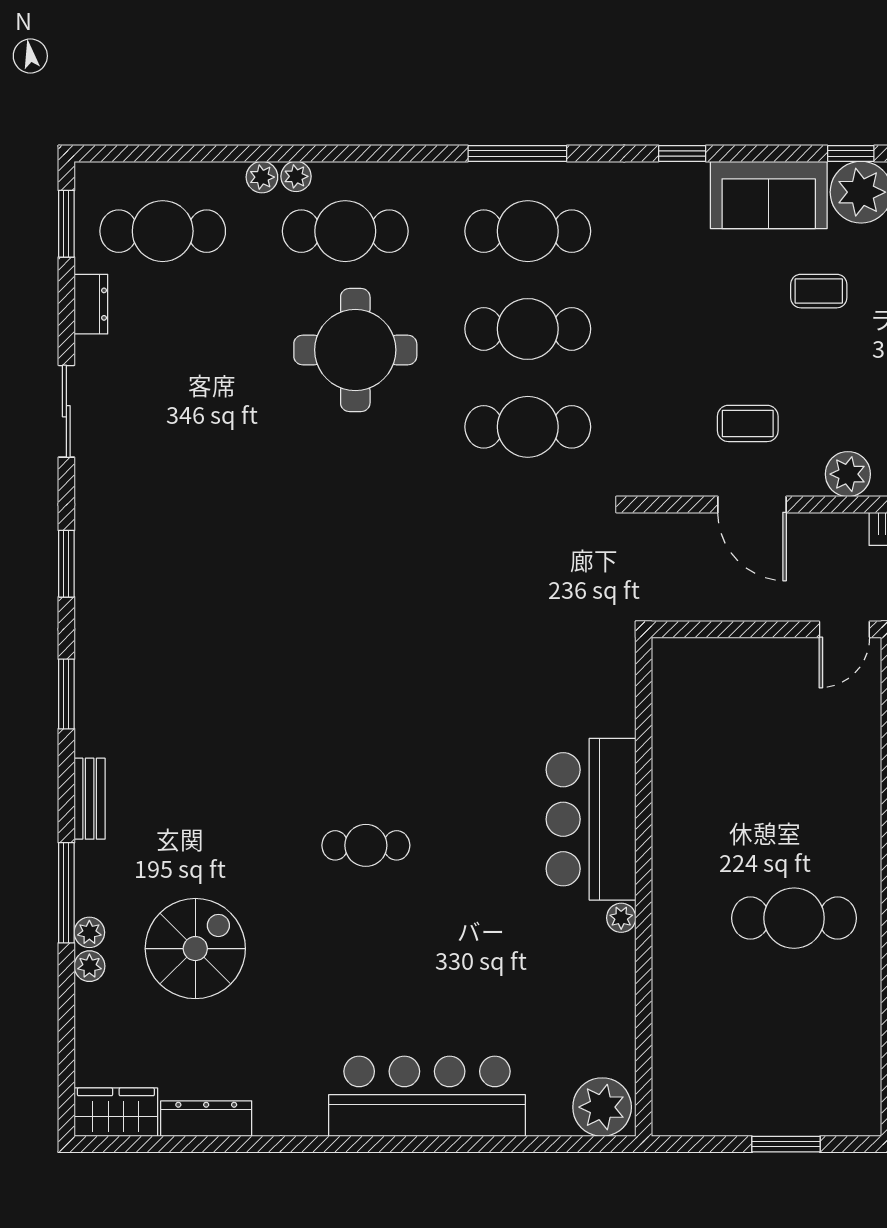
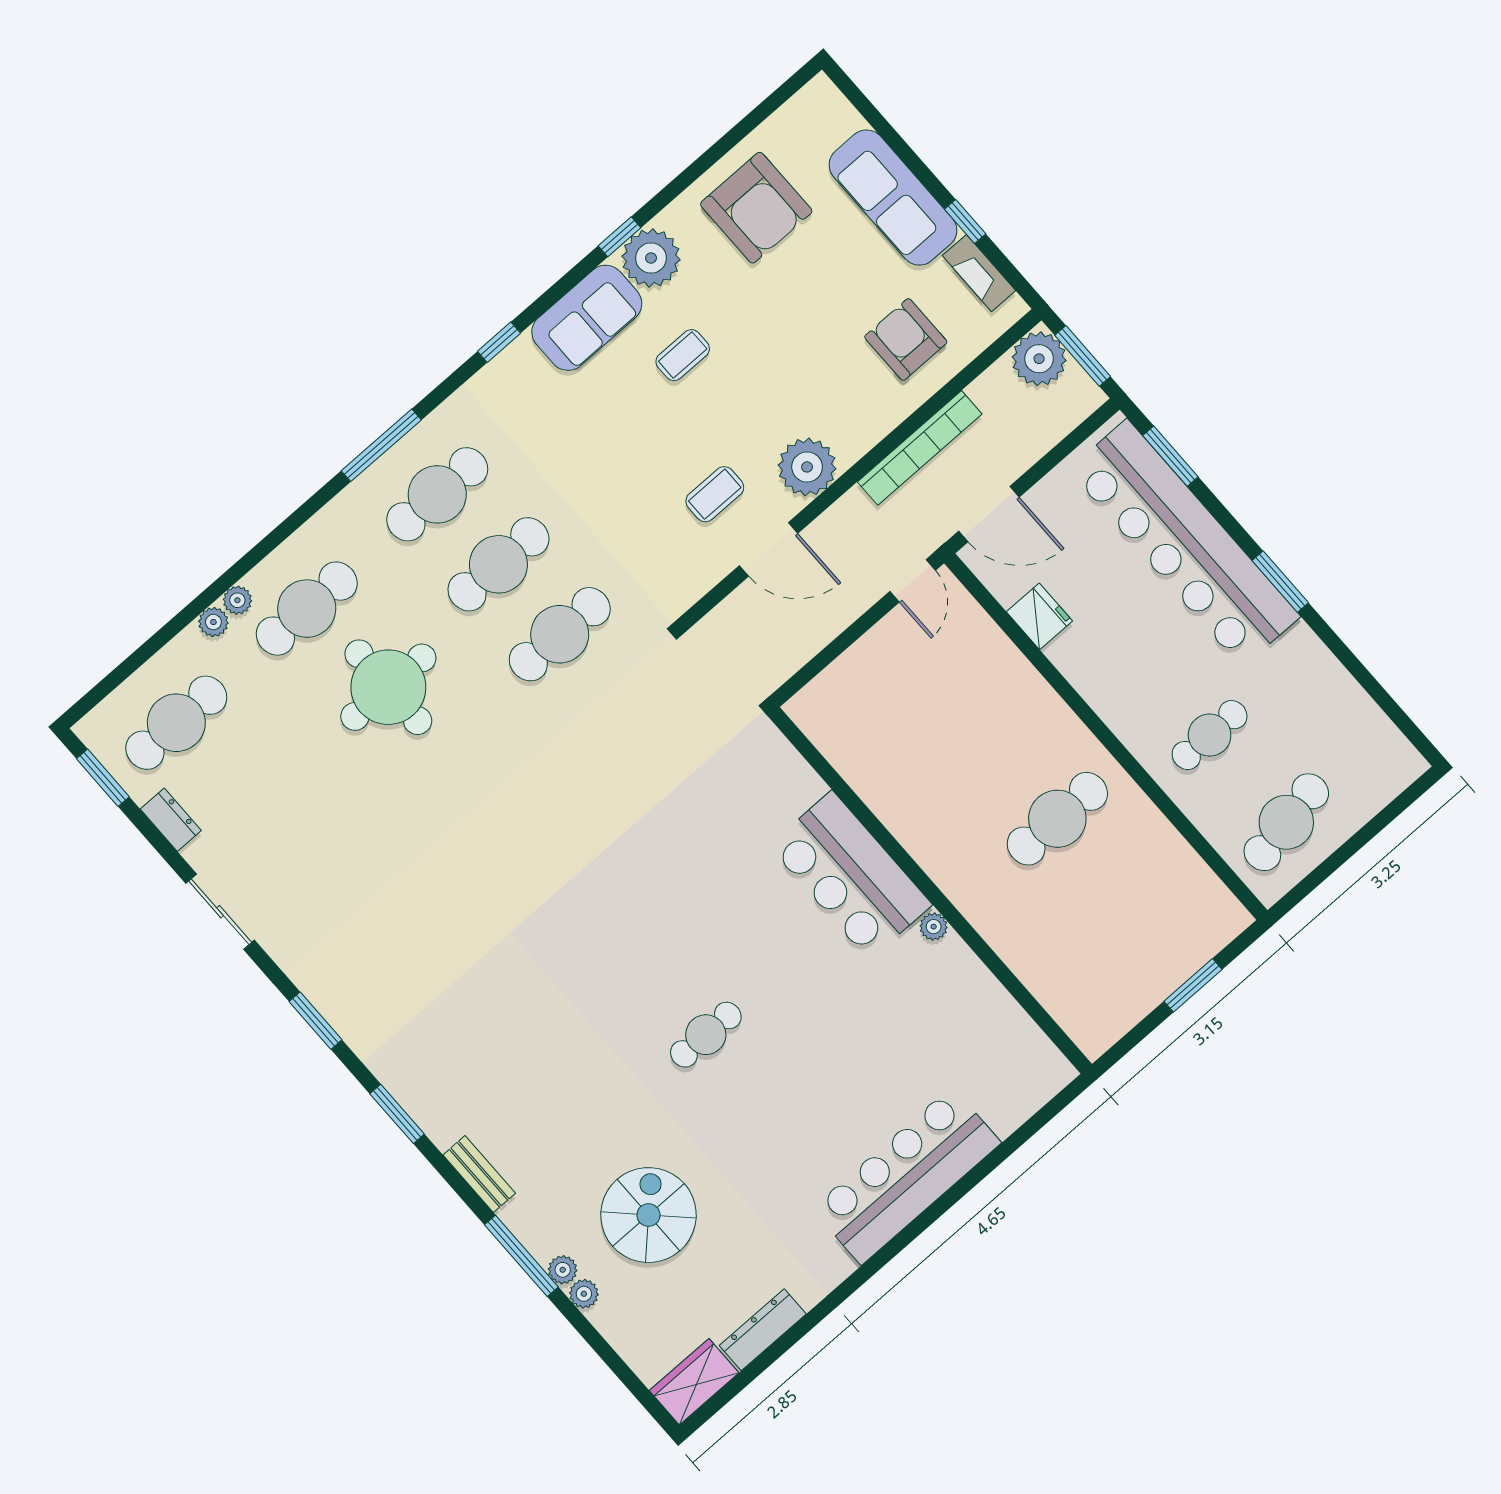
plant: (848, 474) -> (807, 467), width x1.36, depth x1.36
plant: (602, 1107) -> (1038, 1074), removed

